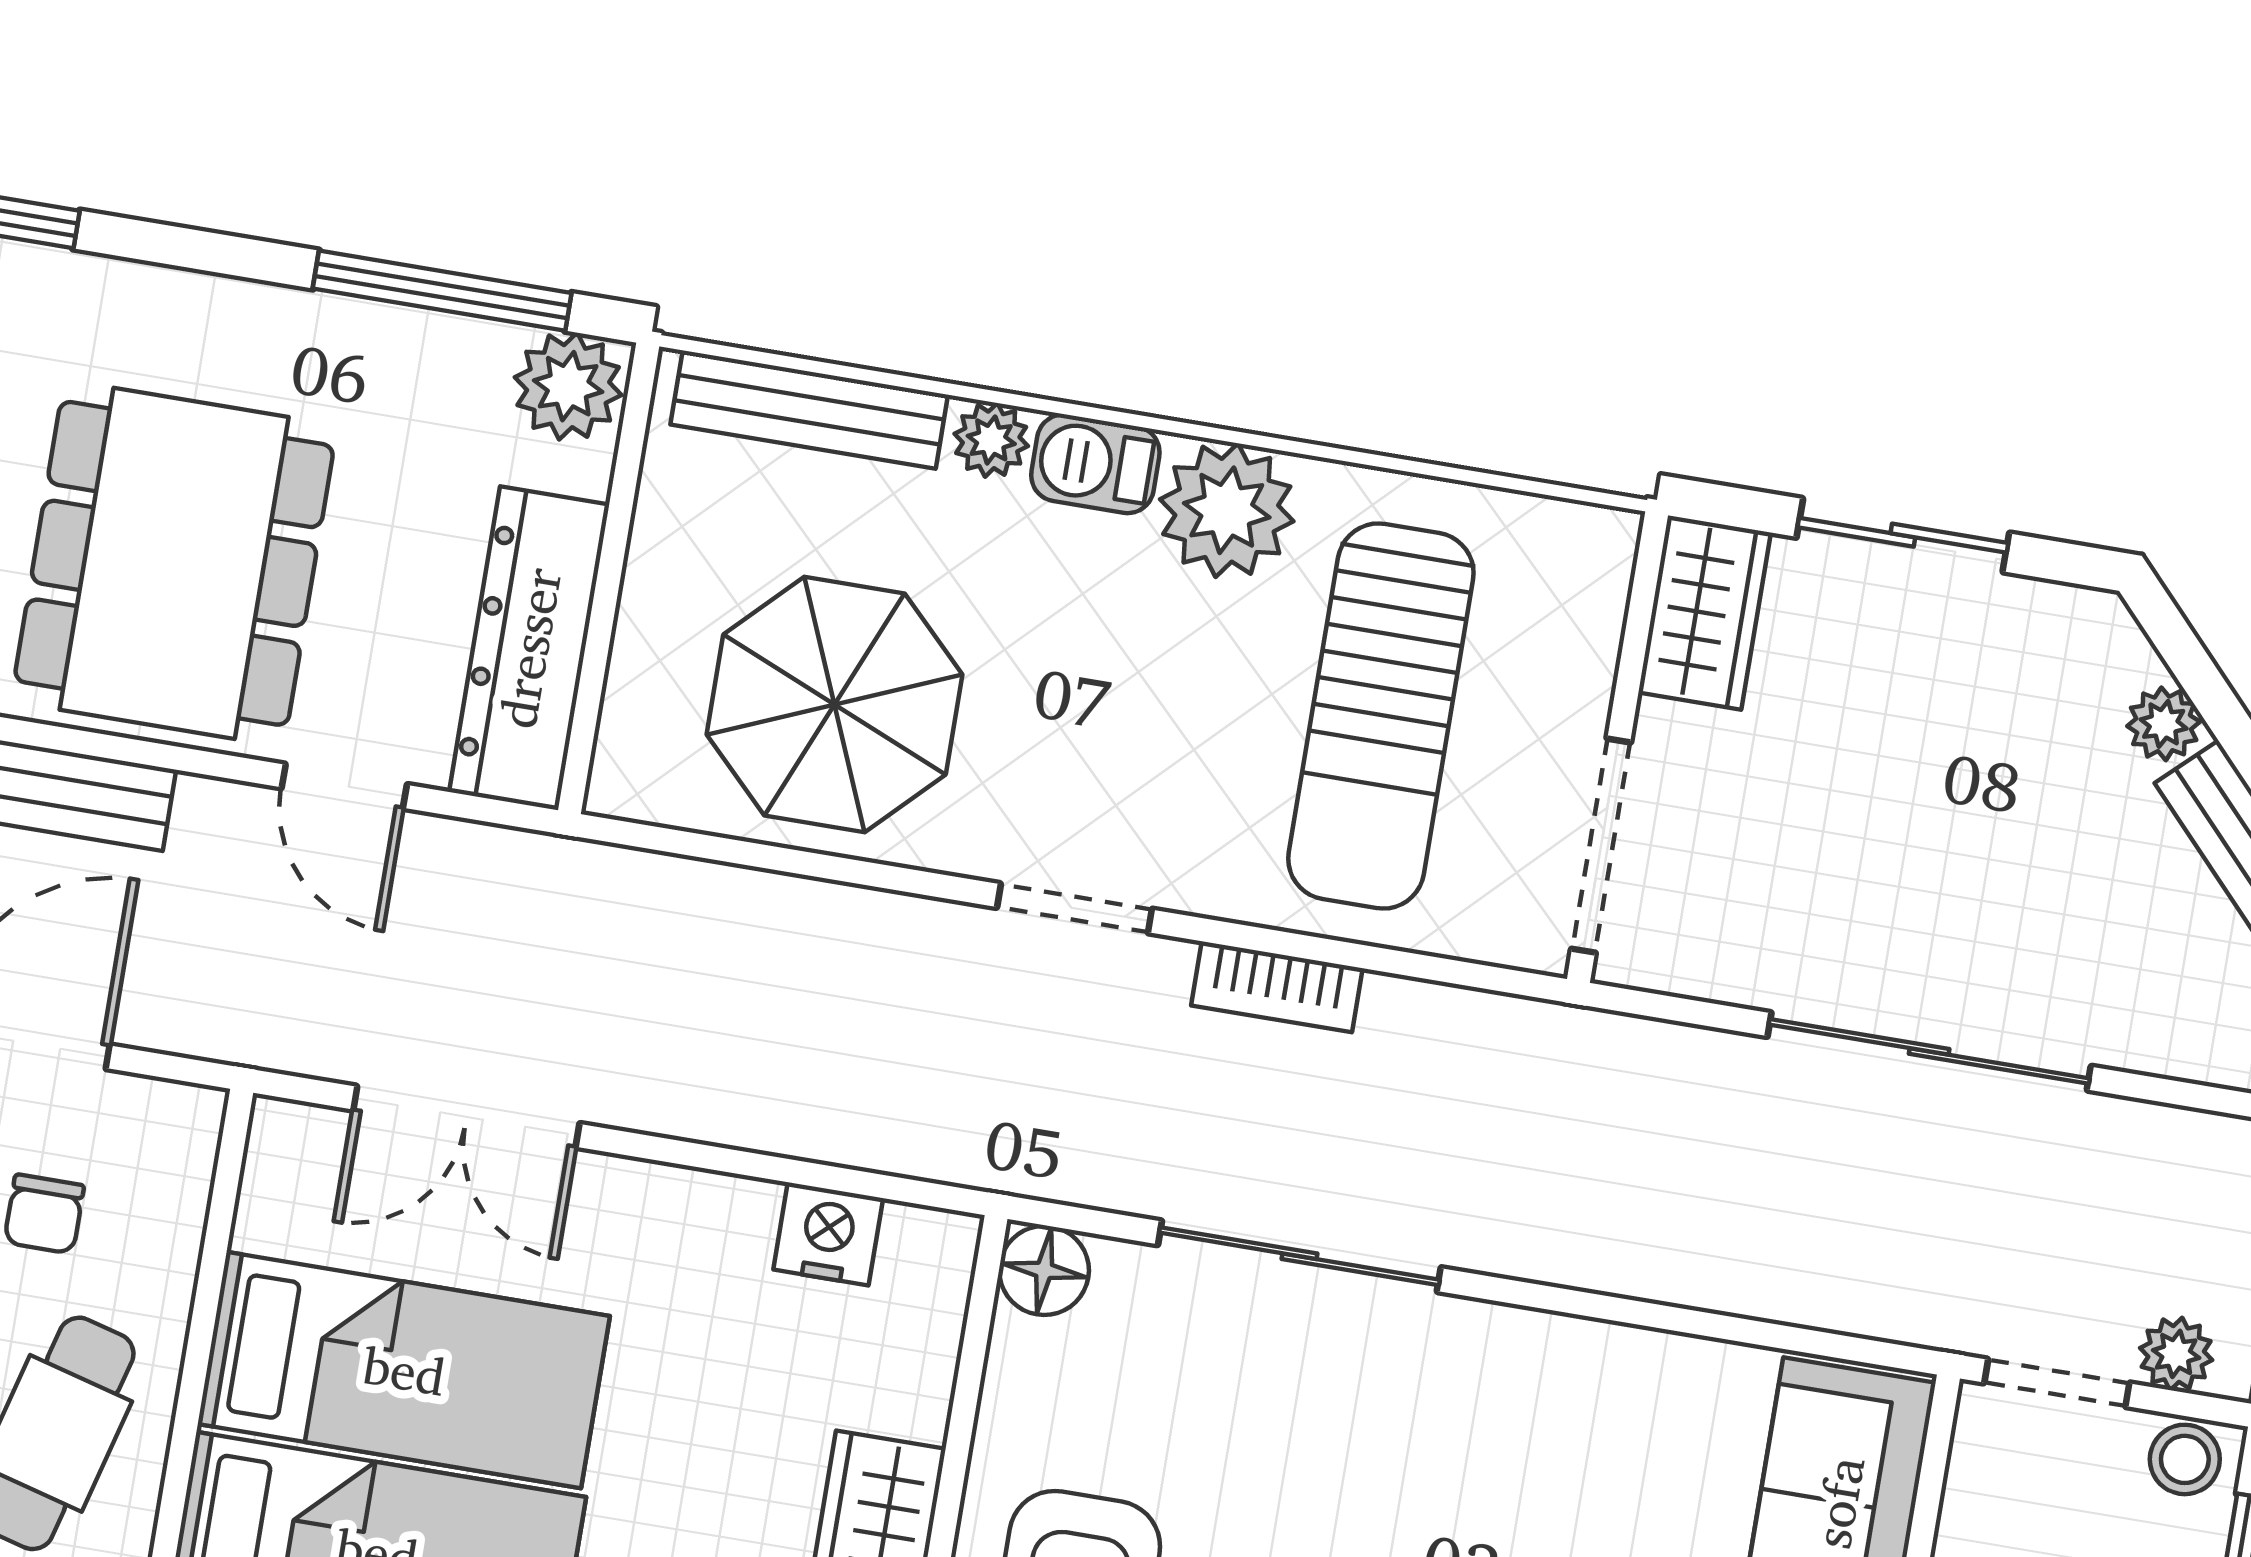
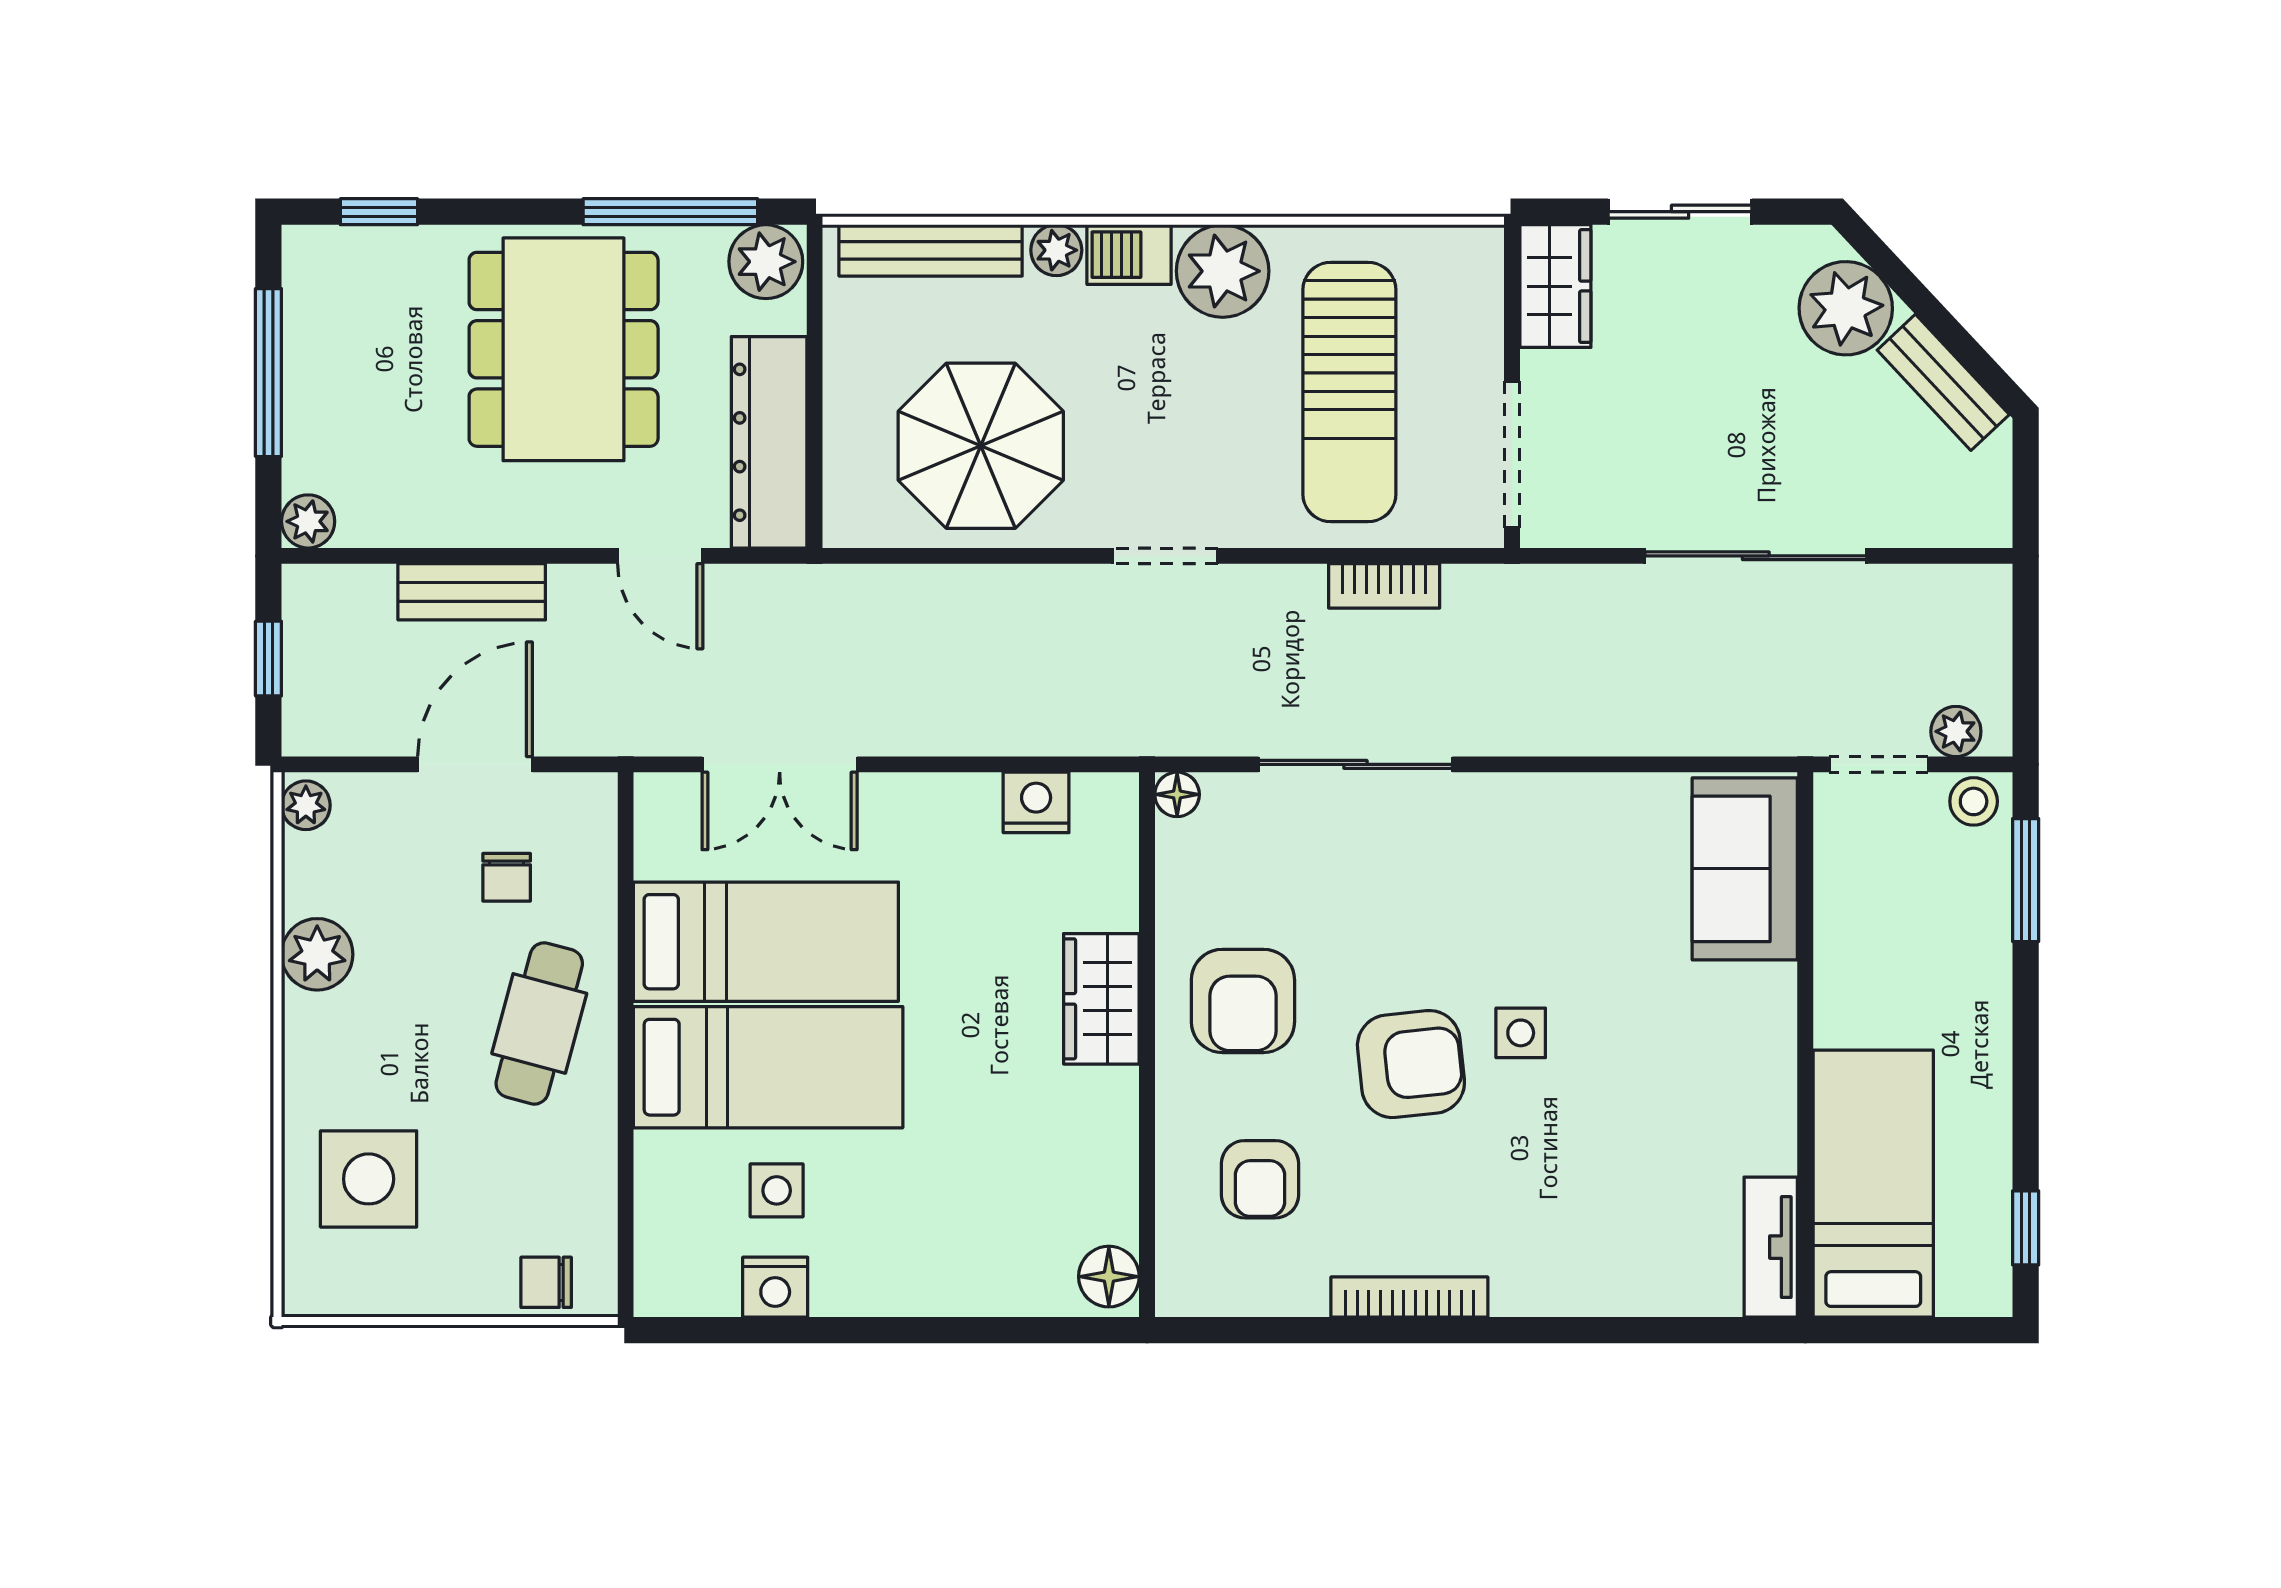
dining table: (174, 563) -> (564, 349), moved
plant: (2164, 724) -> (1846, 308), width x1.88, depth x1.88
bookcase: (1277, 987) -> (1384, 586), moved
floor lamp: (1044, 1270) -> (1177, 794), width x0.73, depth x0.73

